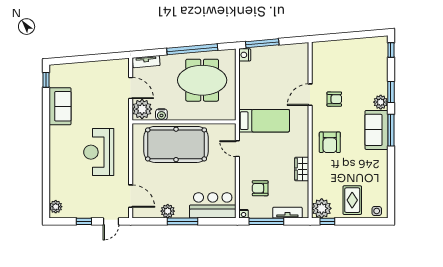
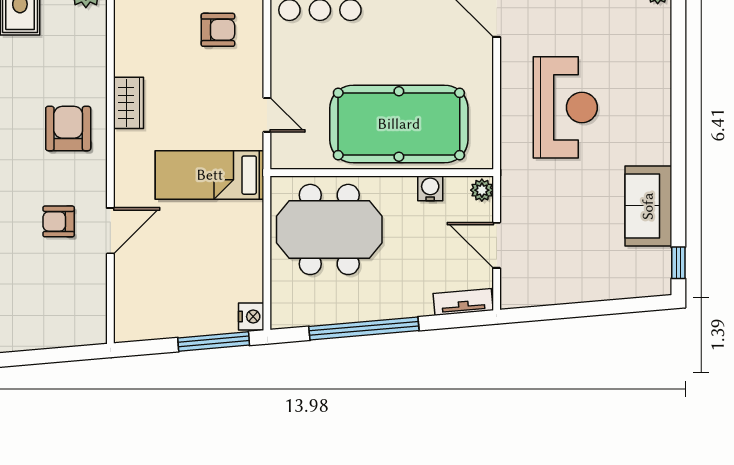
meeting table: (202, 80) -> (329, 229), moved
plant: (142, 109) -> (482, 190), width x0.53, depth x0.53
wardrobe: (302, 169) -> (129, 103), moved

